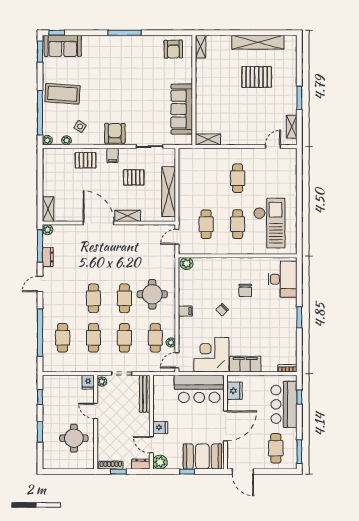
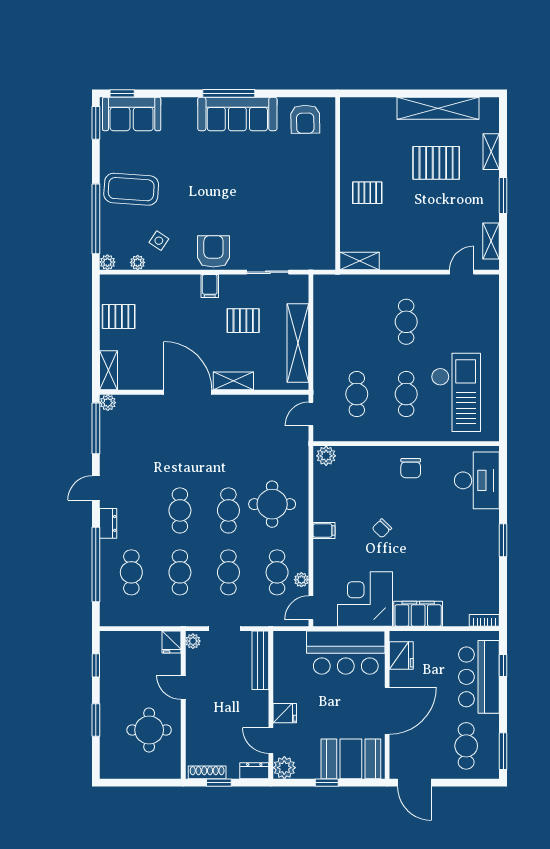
shelving: (201, 47) -> (491, 152), moved
pallet: (213, 96) -> (367, 193), added
sofa: (182, 109) -> (237, 114), moved, turned -90
pallet: (86, 160) -> (119, 317), moved
dresser: (48, 257) -> (108, 523), moved
chair: (245, 290) -> (411, 468), moved

